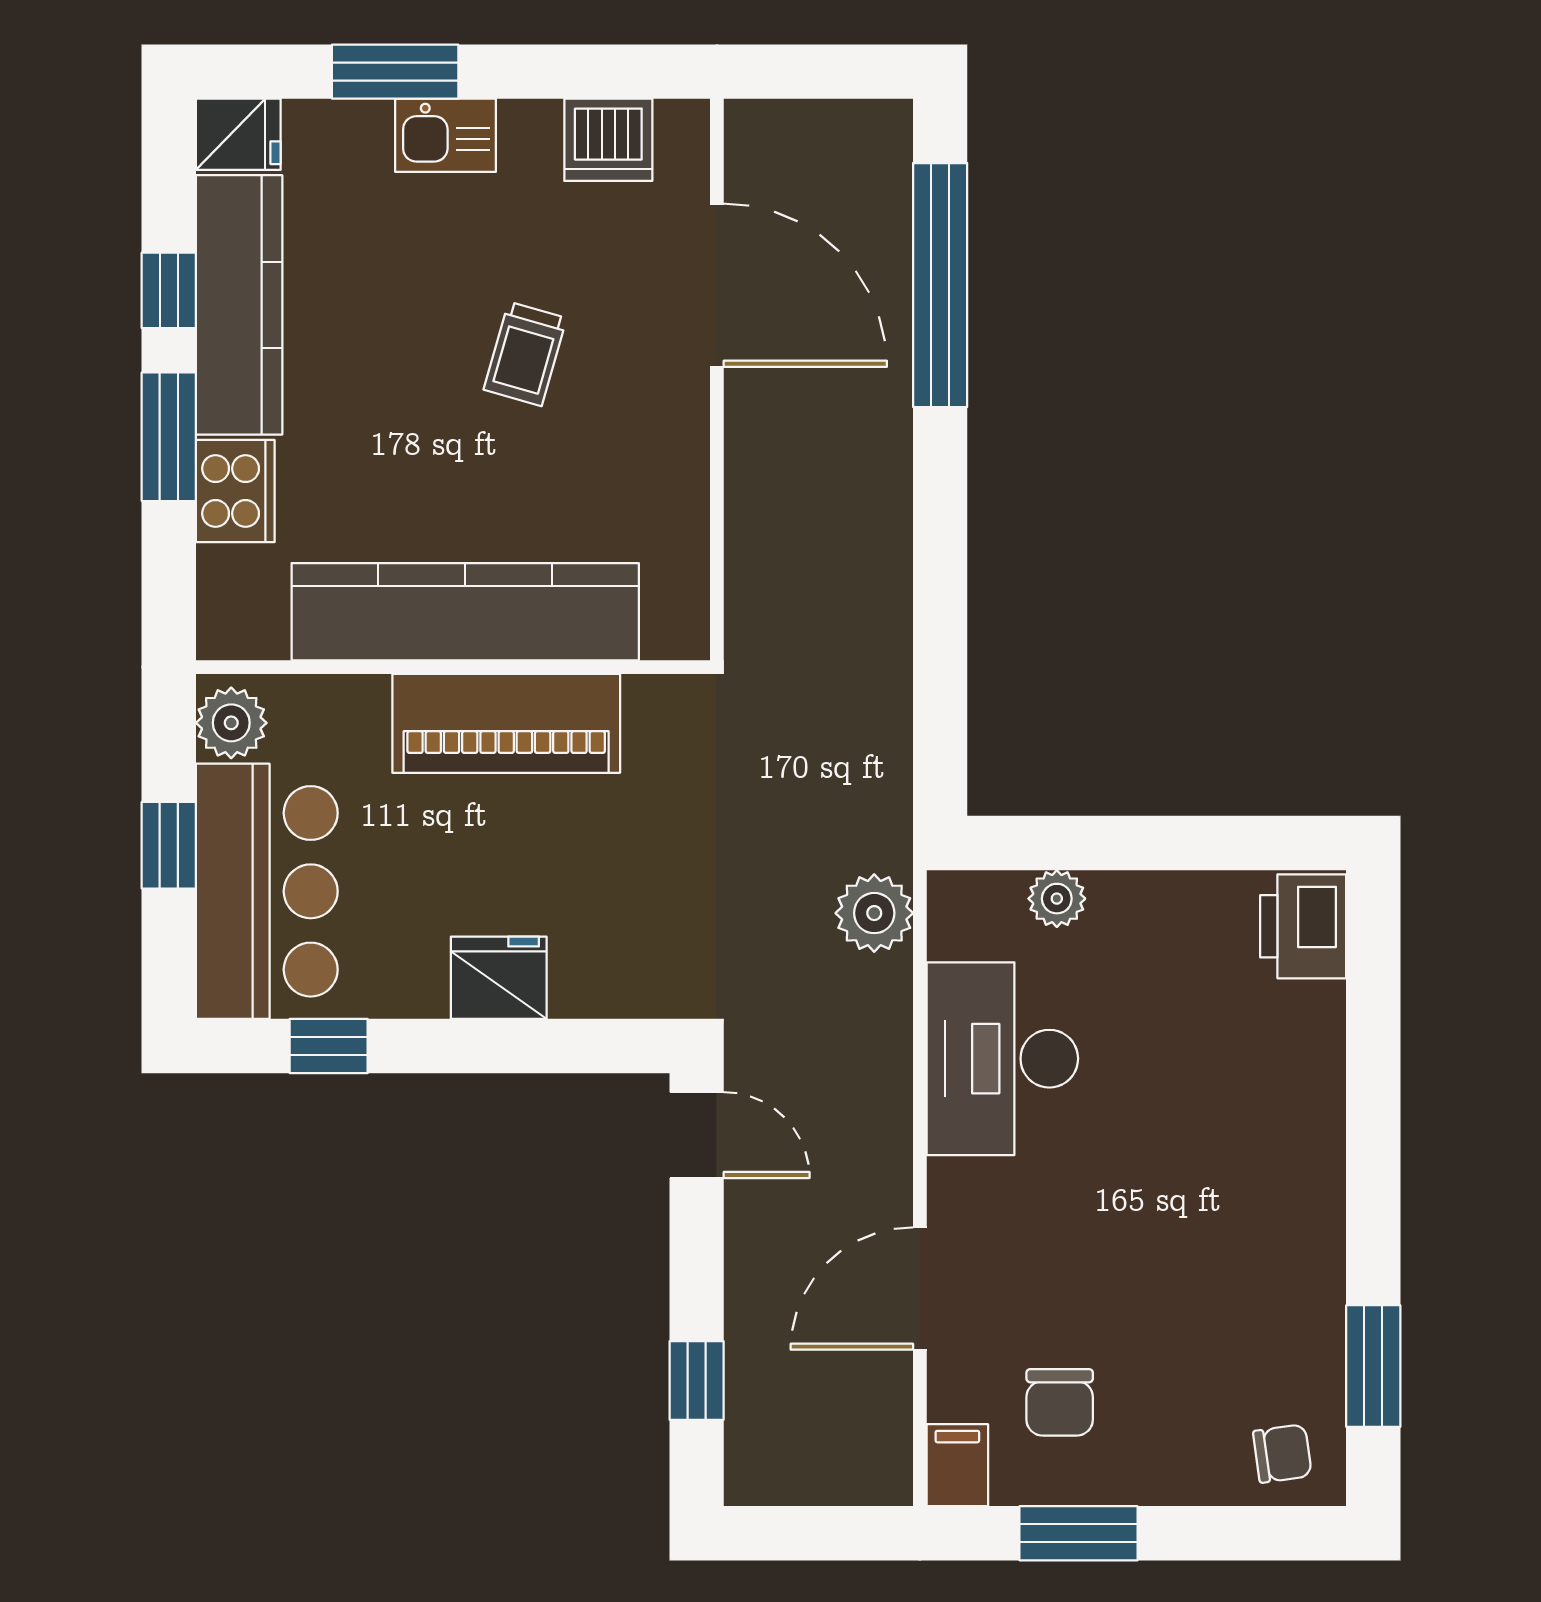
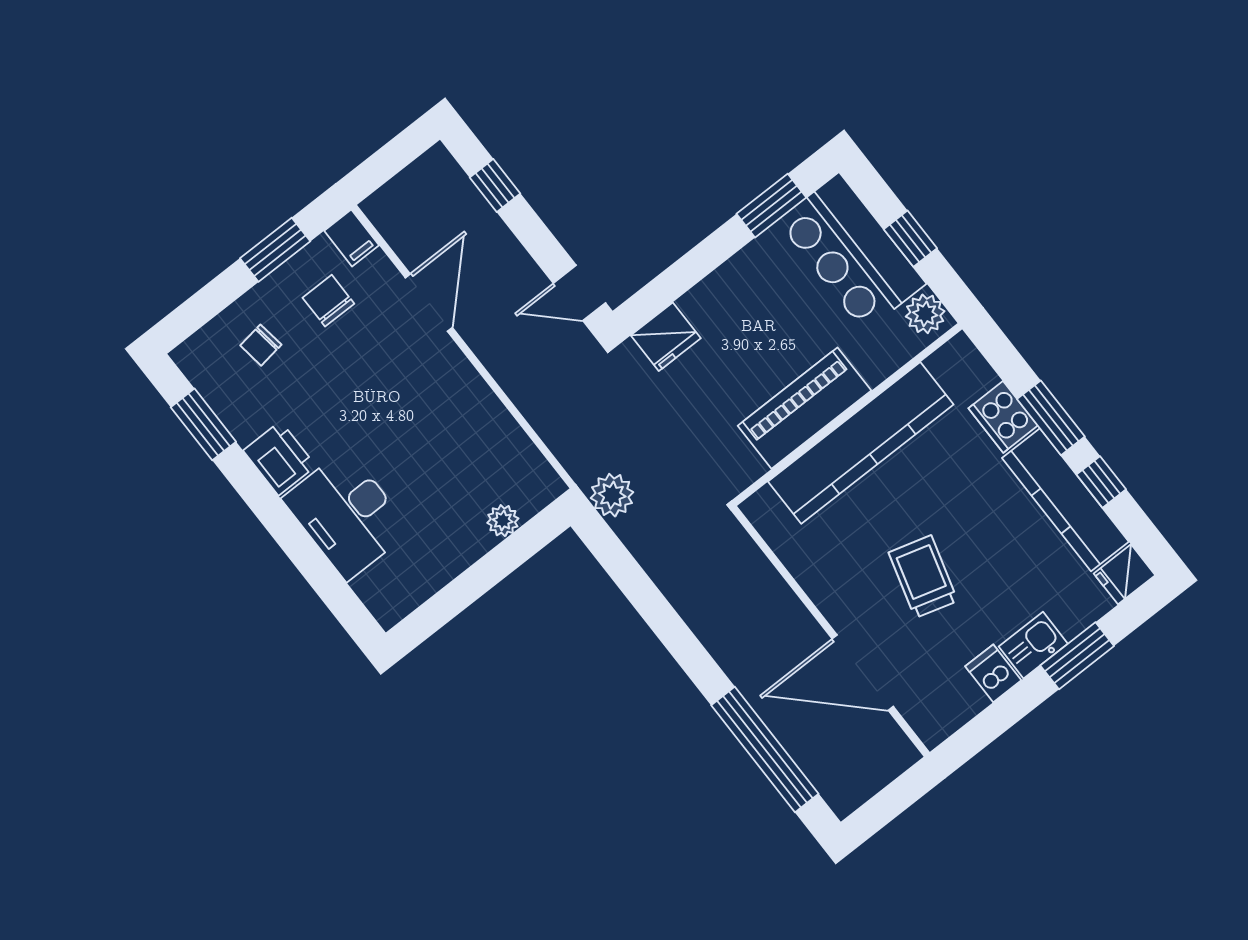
dishwasher: (608, 140) -> (993, 673), moved, width x0.73
trolley: (525, 354) -> (923, 577), width x1.36, depth x1.39
plant: (874, 913) -> (612, 495), moved
printer: (1303, 926) -> (280, 458), moved
fridge: (499, 978) -> (666, 337), moved
window: (329, 1046) -> (771, 206), width x1.50
desk: (1002, 1059) -> (347, 514), moved, turned 180
chair: (1282, 1453) -> (261, 345), moved

